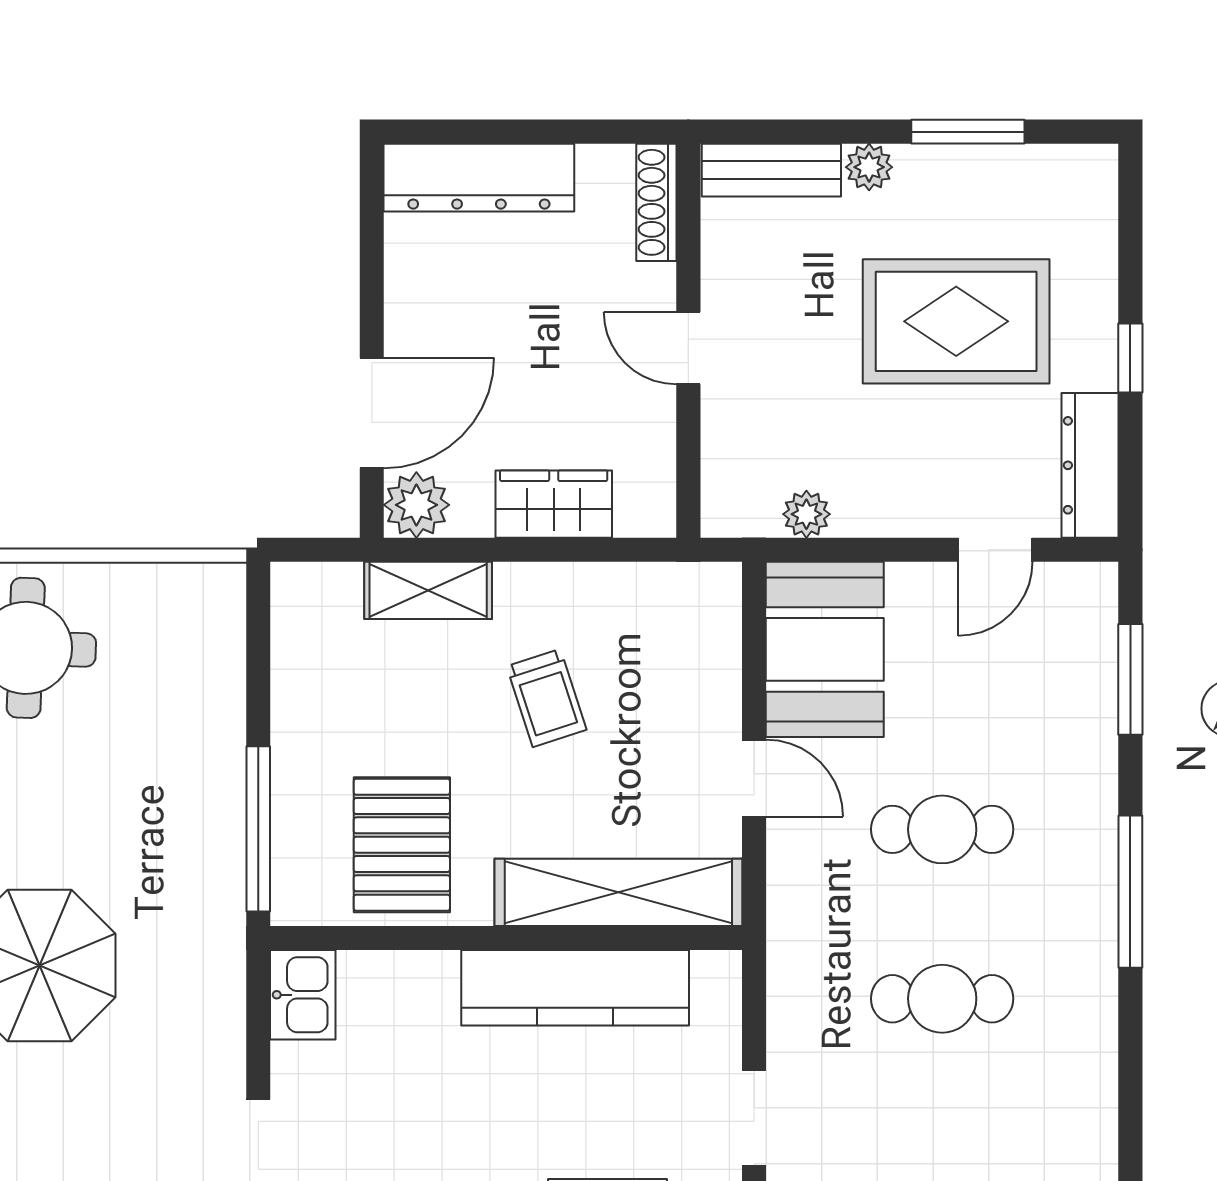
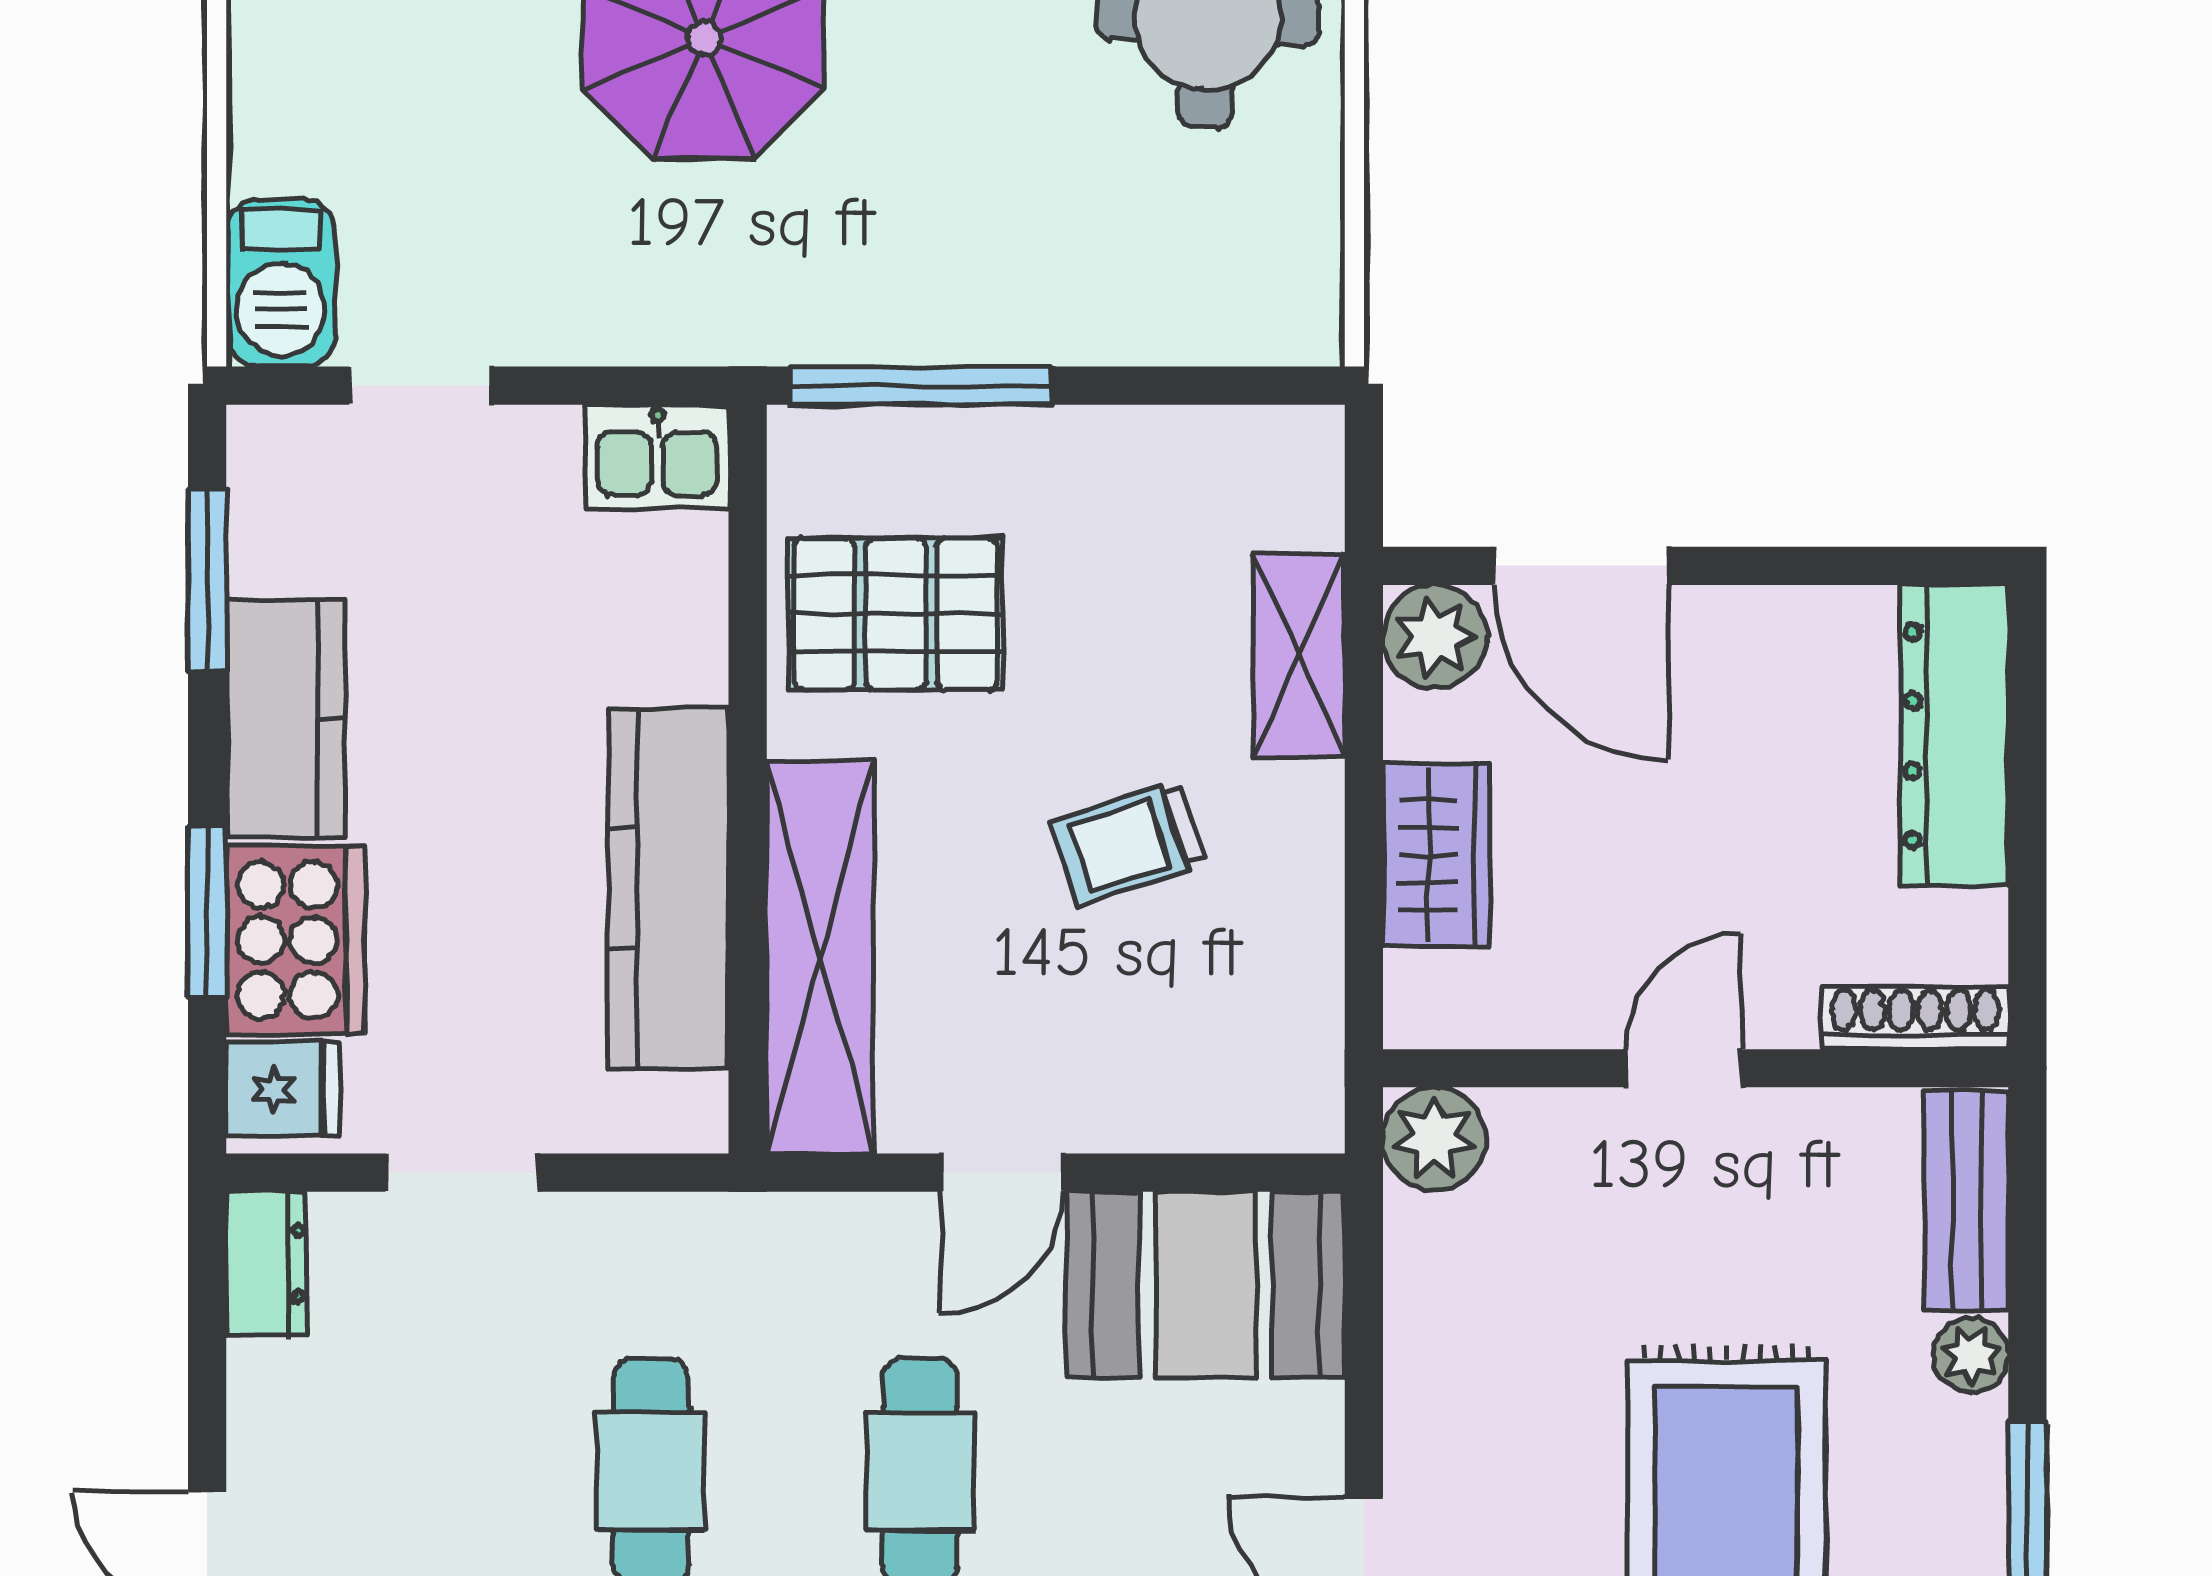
plant: (806, 514) -> (1434, 1139), moved, width x1.38, depth x1.38

